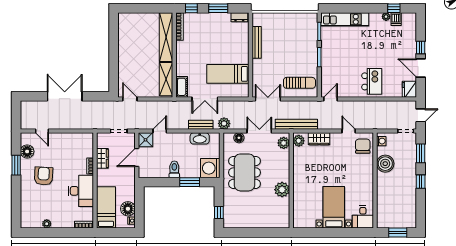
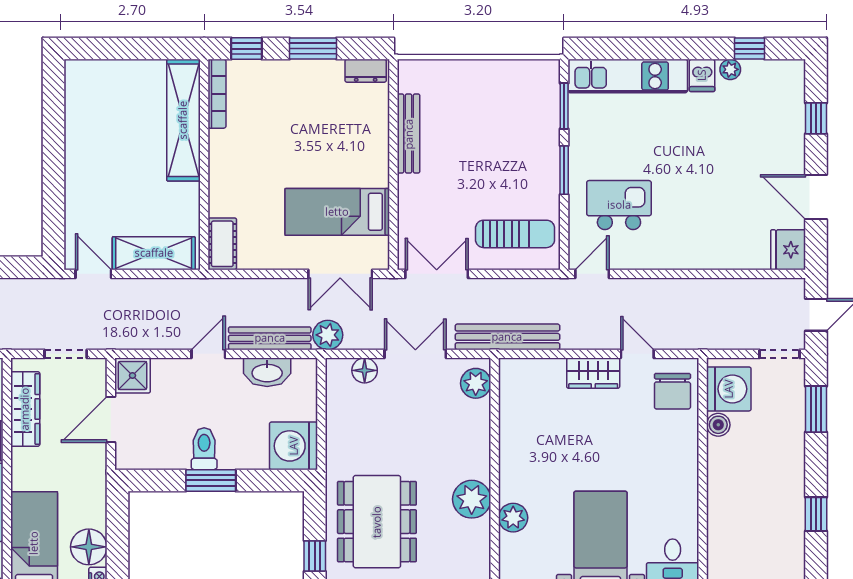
dishwasher: (396, 19) -> (702, 75), moved
window: (421, 47) -> (816, 118), moved
shelving: (166, 79) -> (154, 253), moved, turned 90
kitchen island: (372, 81) -> (619, 205), moved, turned -90
double door: (205, 99) -> (340, 274), moved
bench: (201, 125) -> (270, 338), width x1.36
door: (160, 131) -> (208, 354), moved
wardrobe: (319, 139) -> (593, 373), moved
plant: (299, 141) -> (513, 518), moved
washing machine: (381, 141) -> (729, 389), width x1.89, depth x1.89
chair: (363, 146) -> (672, 391), turned 180
wardrobe: (102, 158) -> (25, 409), width x1.50
boiler: (385, 164) -> (718, 425), width x0.54, depth x0.54
dining table: (245, 172) -> (377, 522), moved
window: (190, 182) -> (211, 480), moved
window: (421, 182) -> (816, 514), moved

